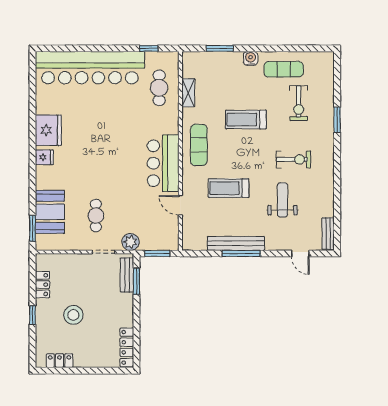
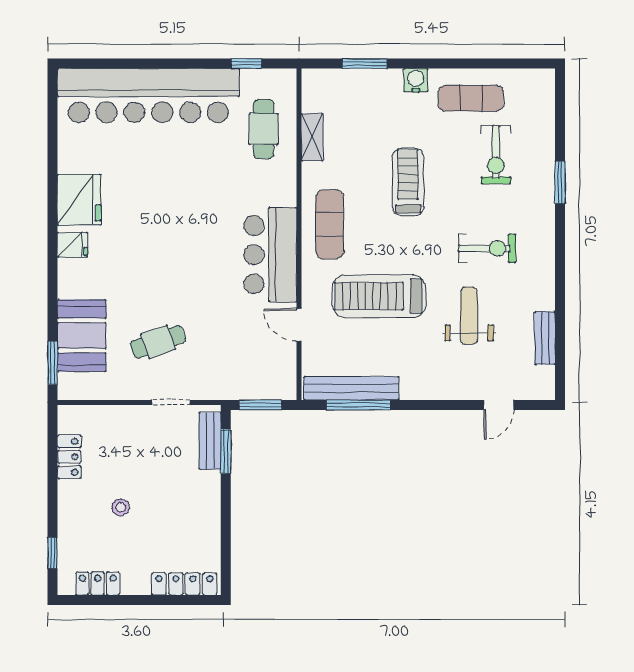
treadmill: (246, 120) -> (408, 182), turned 90
treadmill: (228, 188) -> (379, 296), width x1.37, depth x1.37
cafe table: (96, 215) -> (158, 342), turned 71
bench: (328, 234) -> (545, 338), moved
plant: (130, 242) -> (216, 386), removed
bench: (236, 243) -> (351, 388), moved
window: (241, 253) -> (358, 405), moved
door: (300, 253) -> (499, 405), hinge flipped
window: (32, 315) -> (53, 553), moved
stool: (73, 315) -> (121, 507), width x0.53, depth x0.53
locker: (127, 347) -> (184, 584), moved, turned 90

